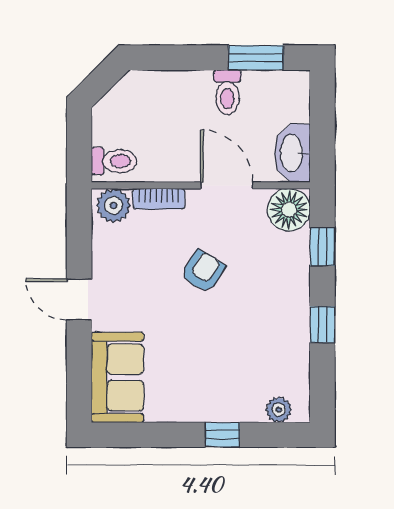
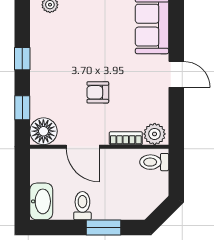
window: (256, 58) -> (103, 228), moved
washbasin: (292, 153) -> (41, 201), moved
armchair: (203, 271) -> (98, 92), turned 58

